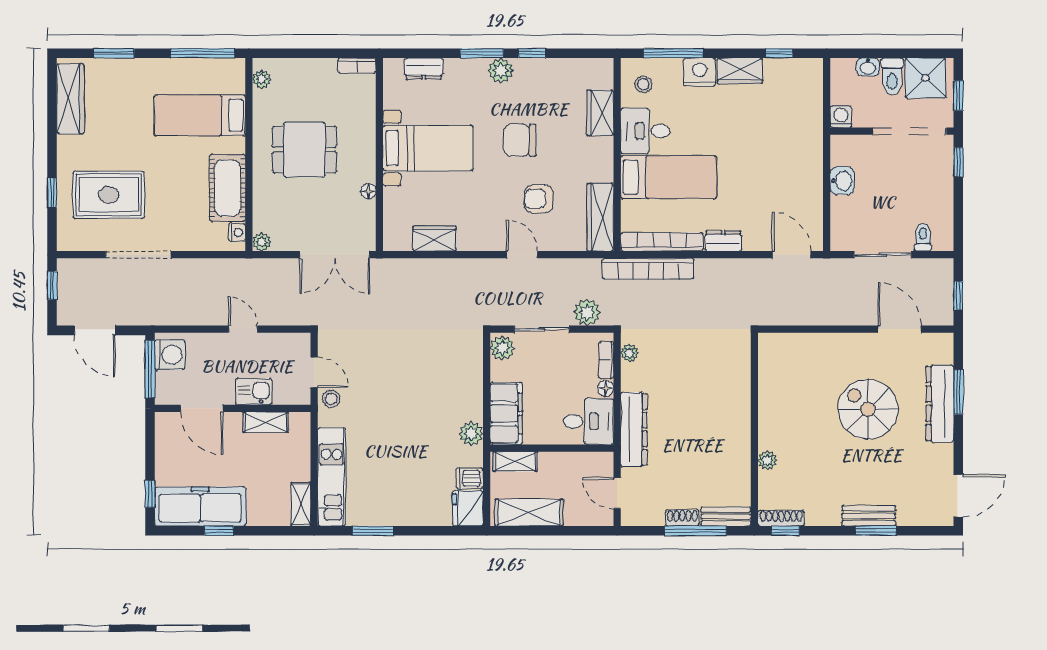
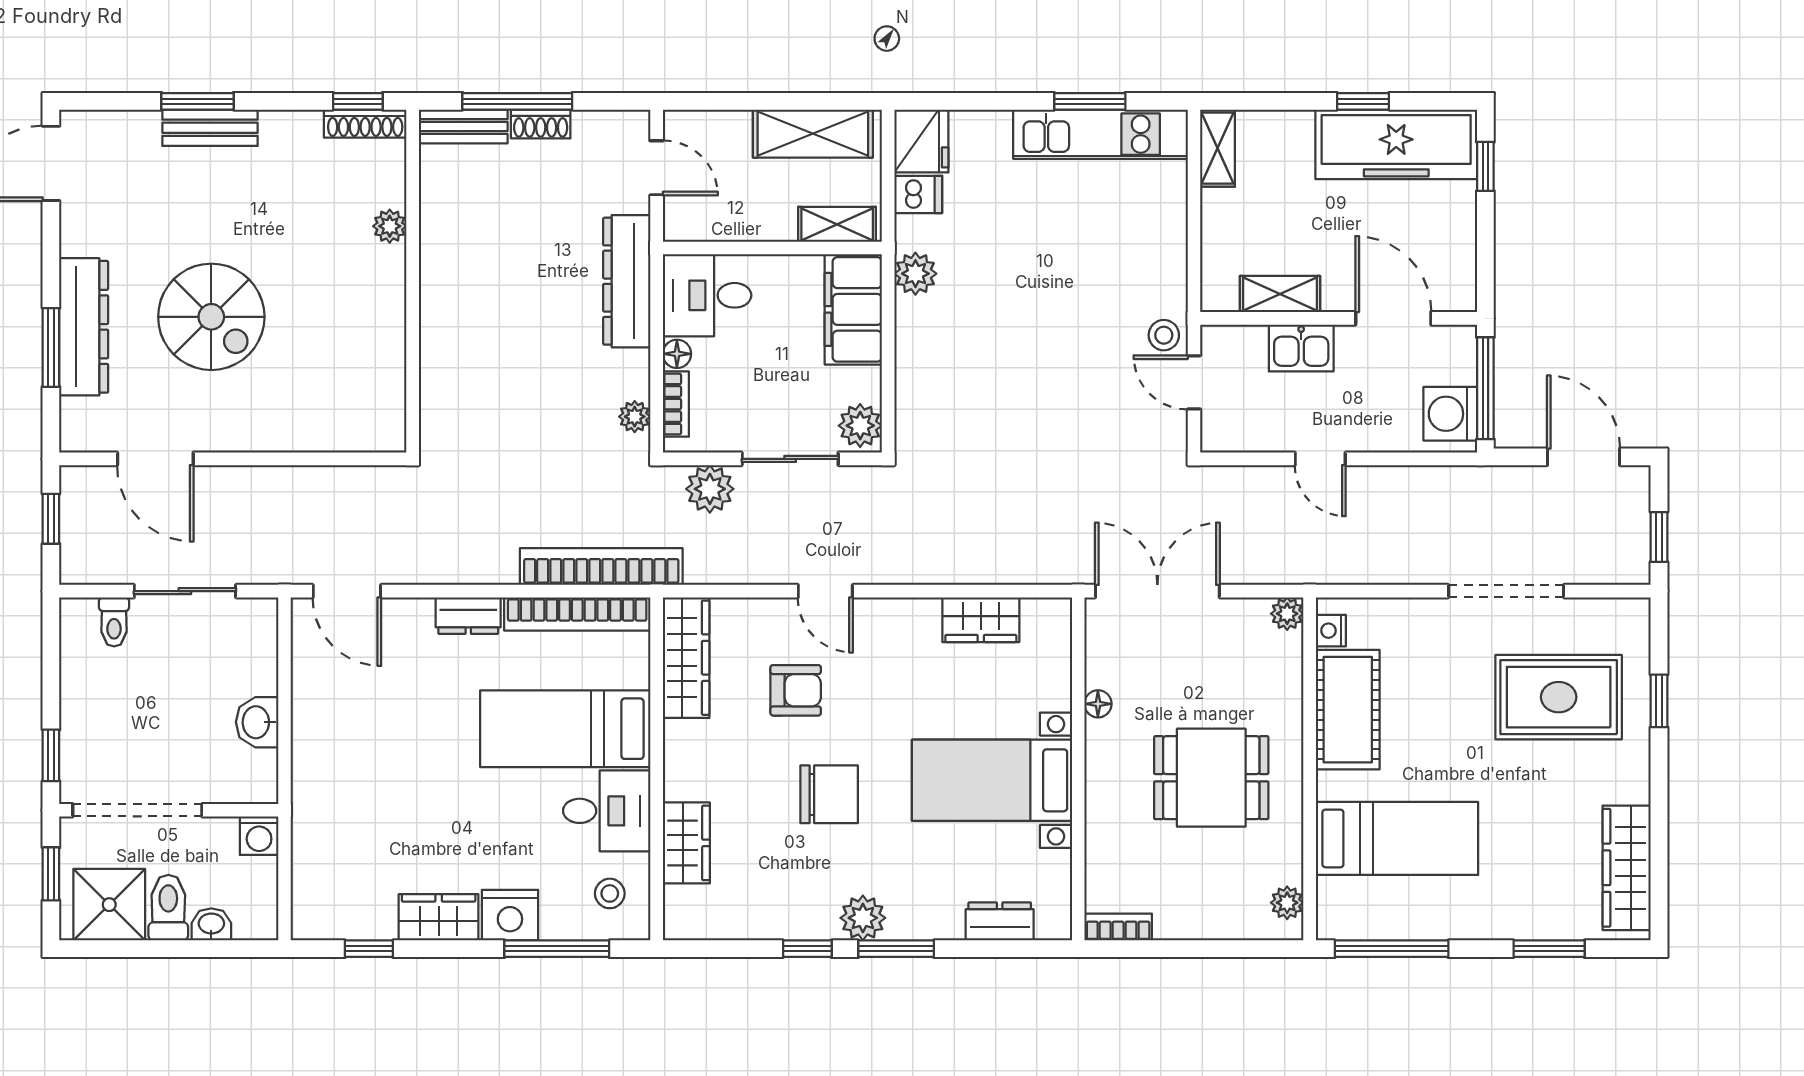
kitchen unit: (332, 477) -> (1100, 134), moved, turned -90

